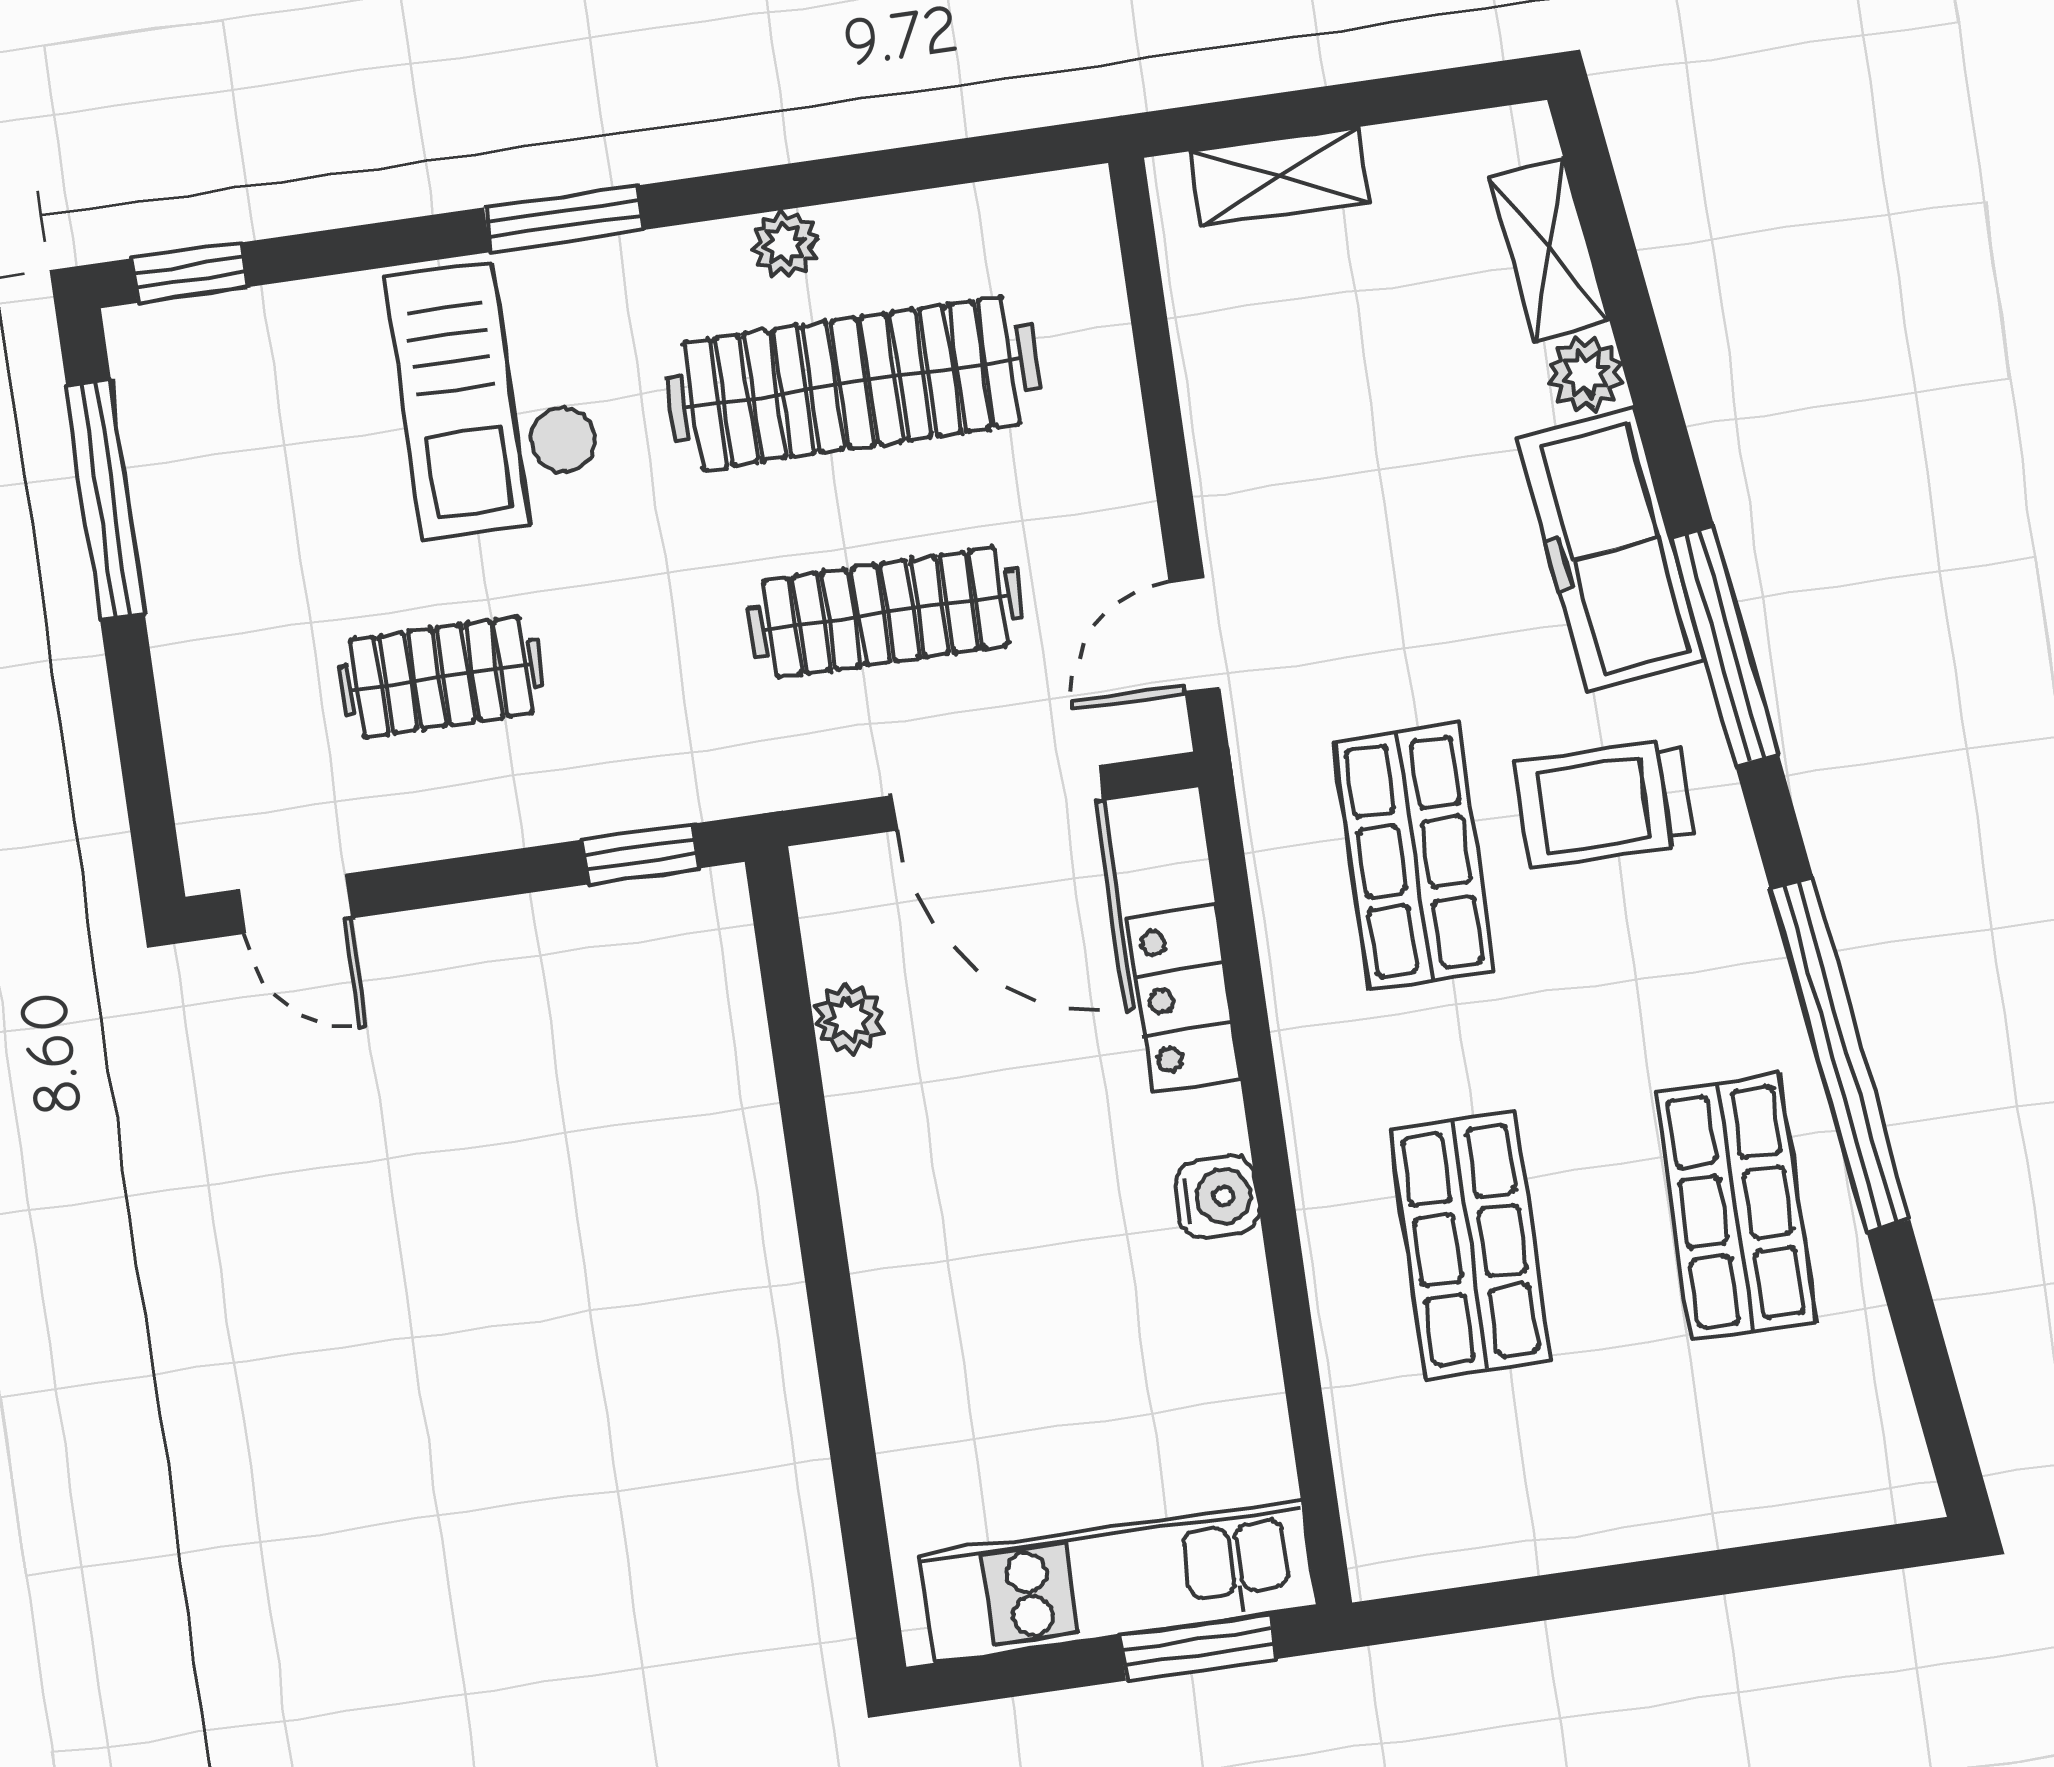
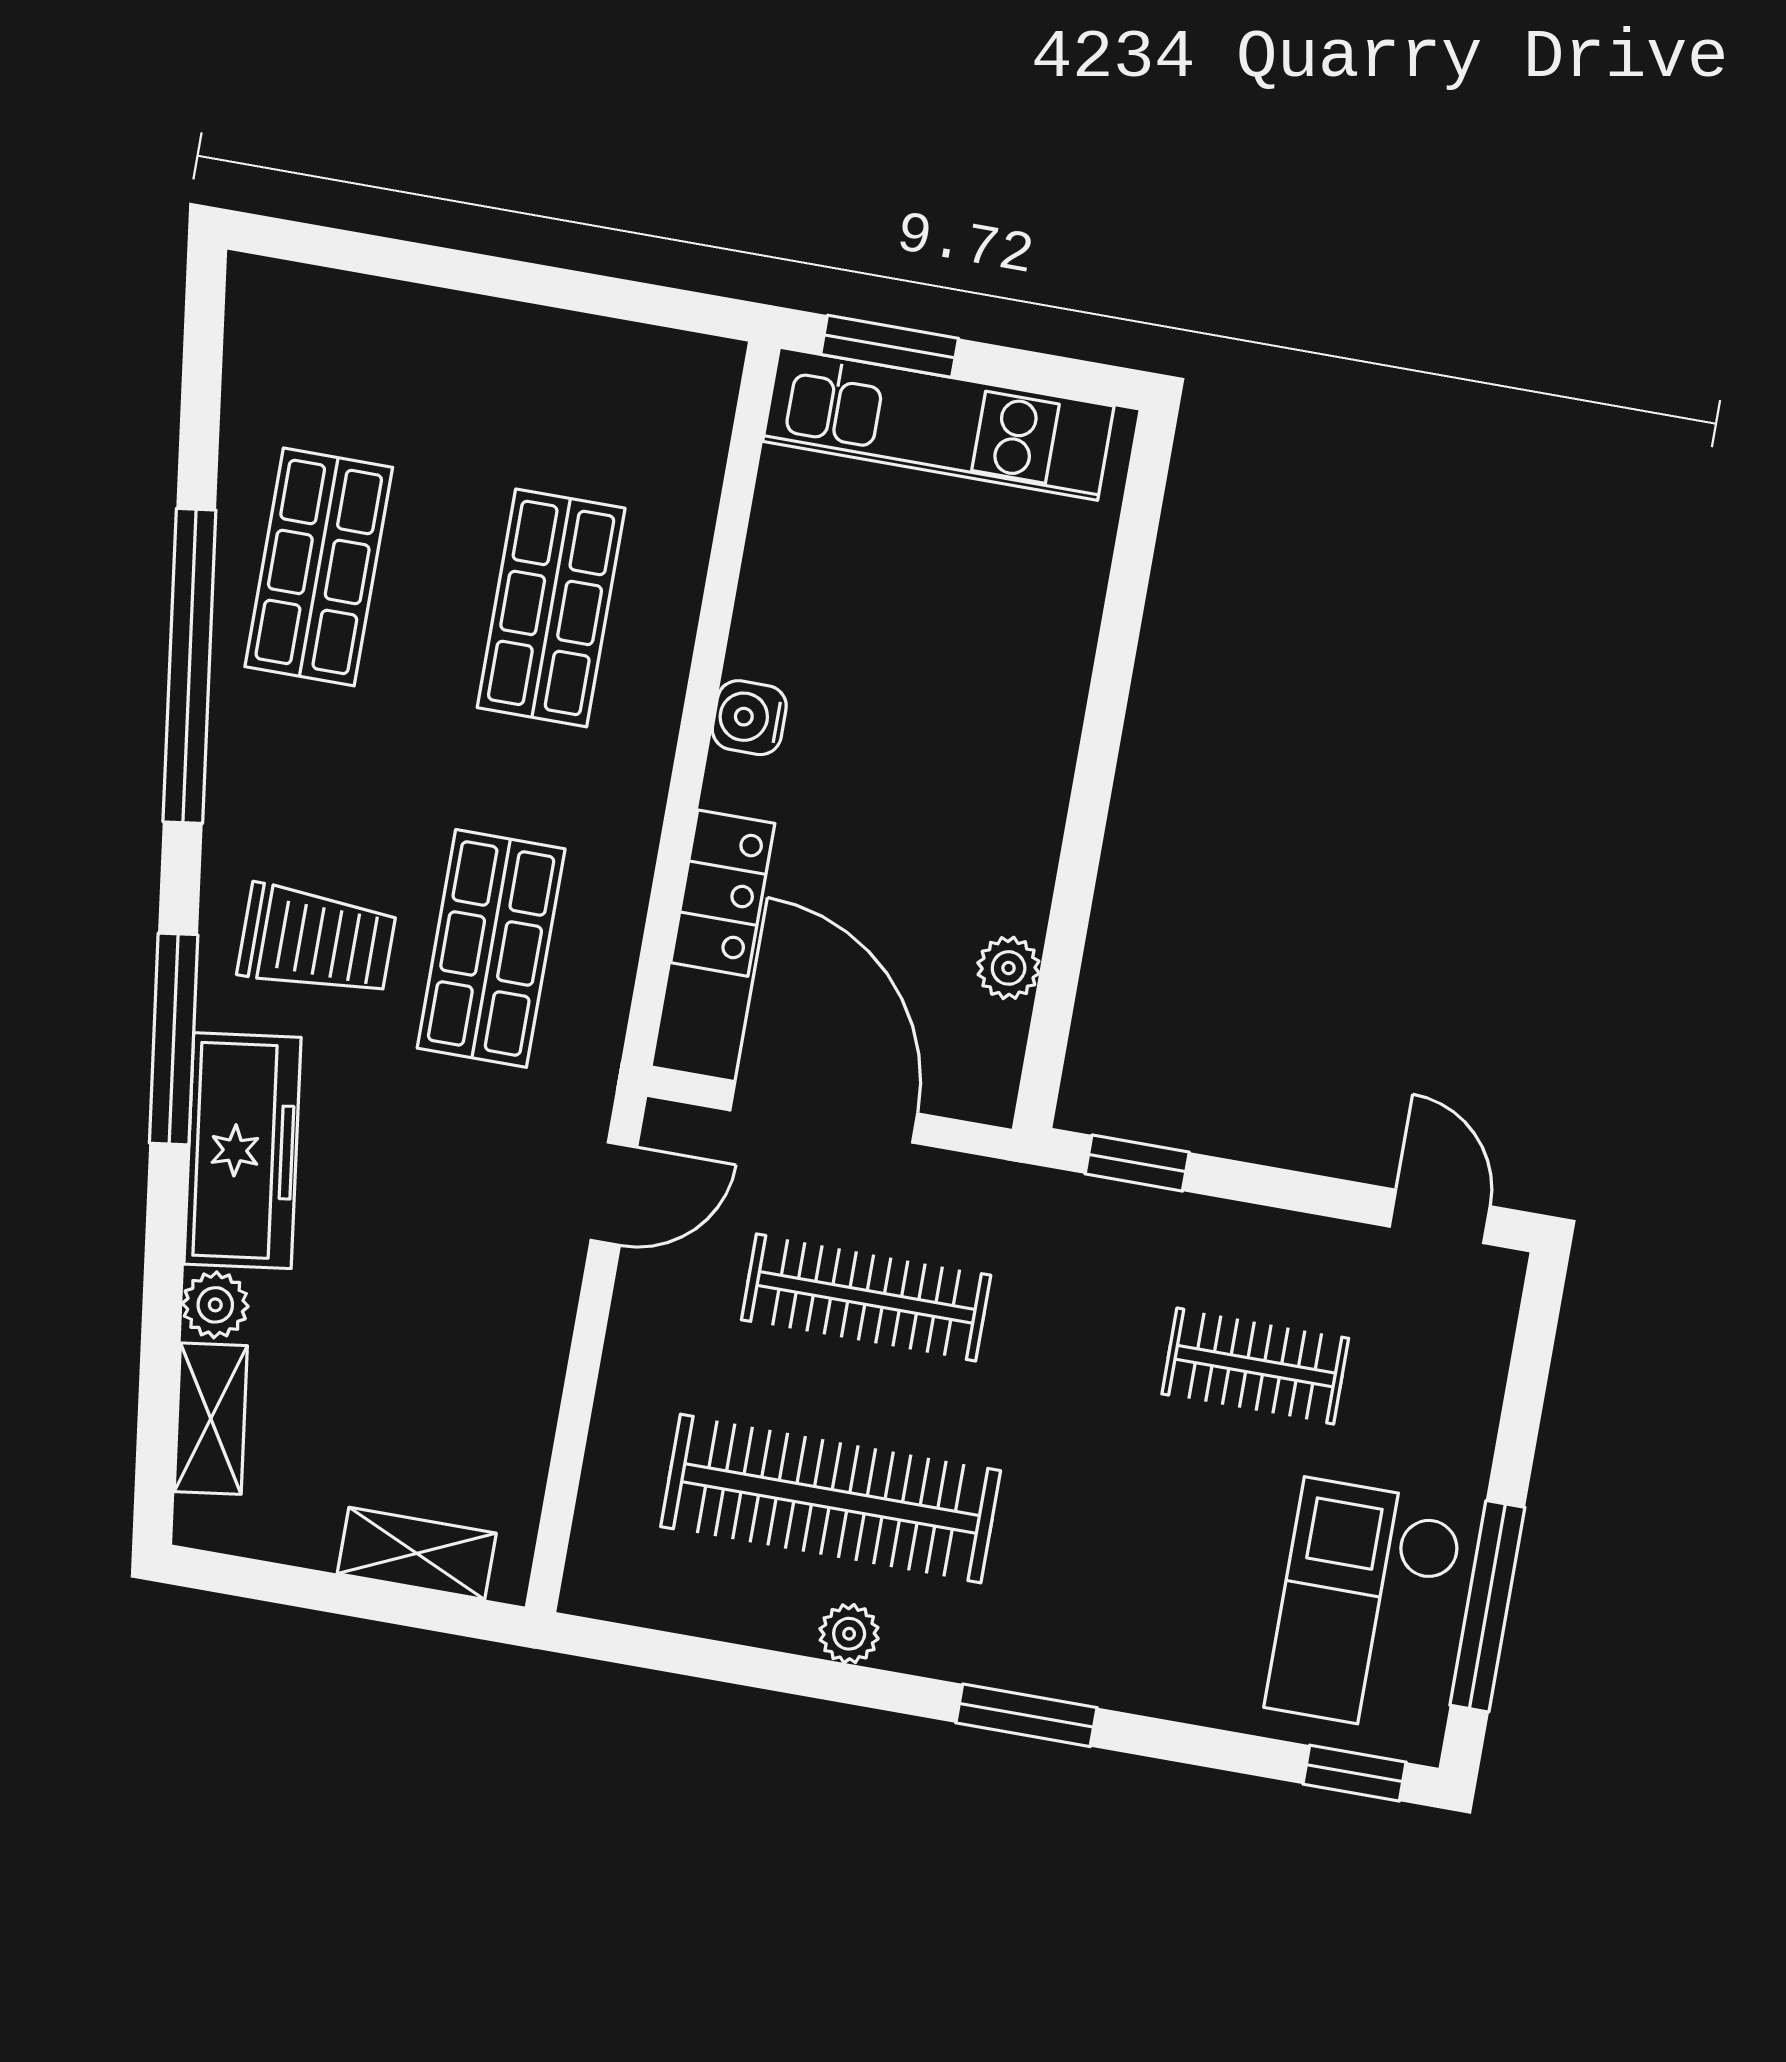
checkout: (496, 396) -> (1365, 1606), moved, turned 180

